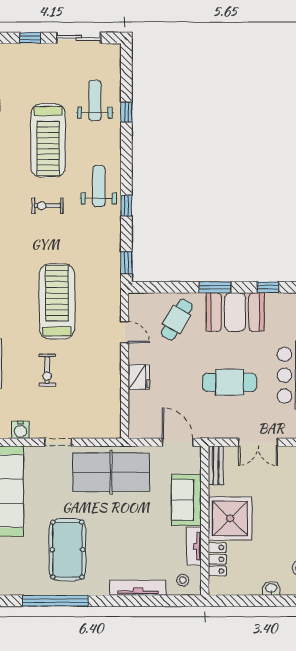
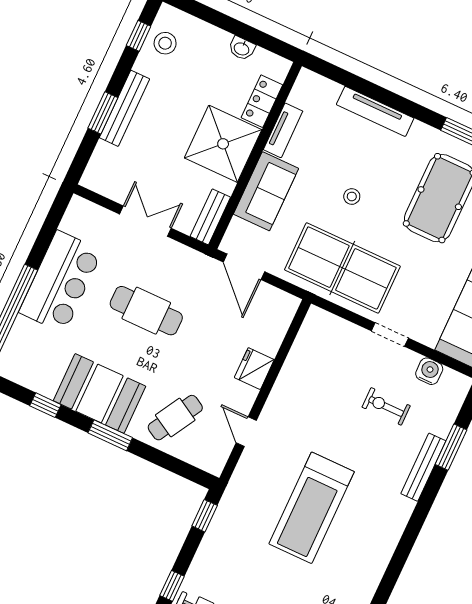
exercise bike: (47, 370) -> (386, 406), moved, turned -90
stool: (183, 580) -> (352, 196), moved
washbasin: (271, 588) -> (242, 48), moved

